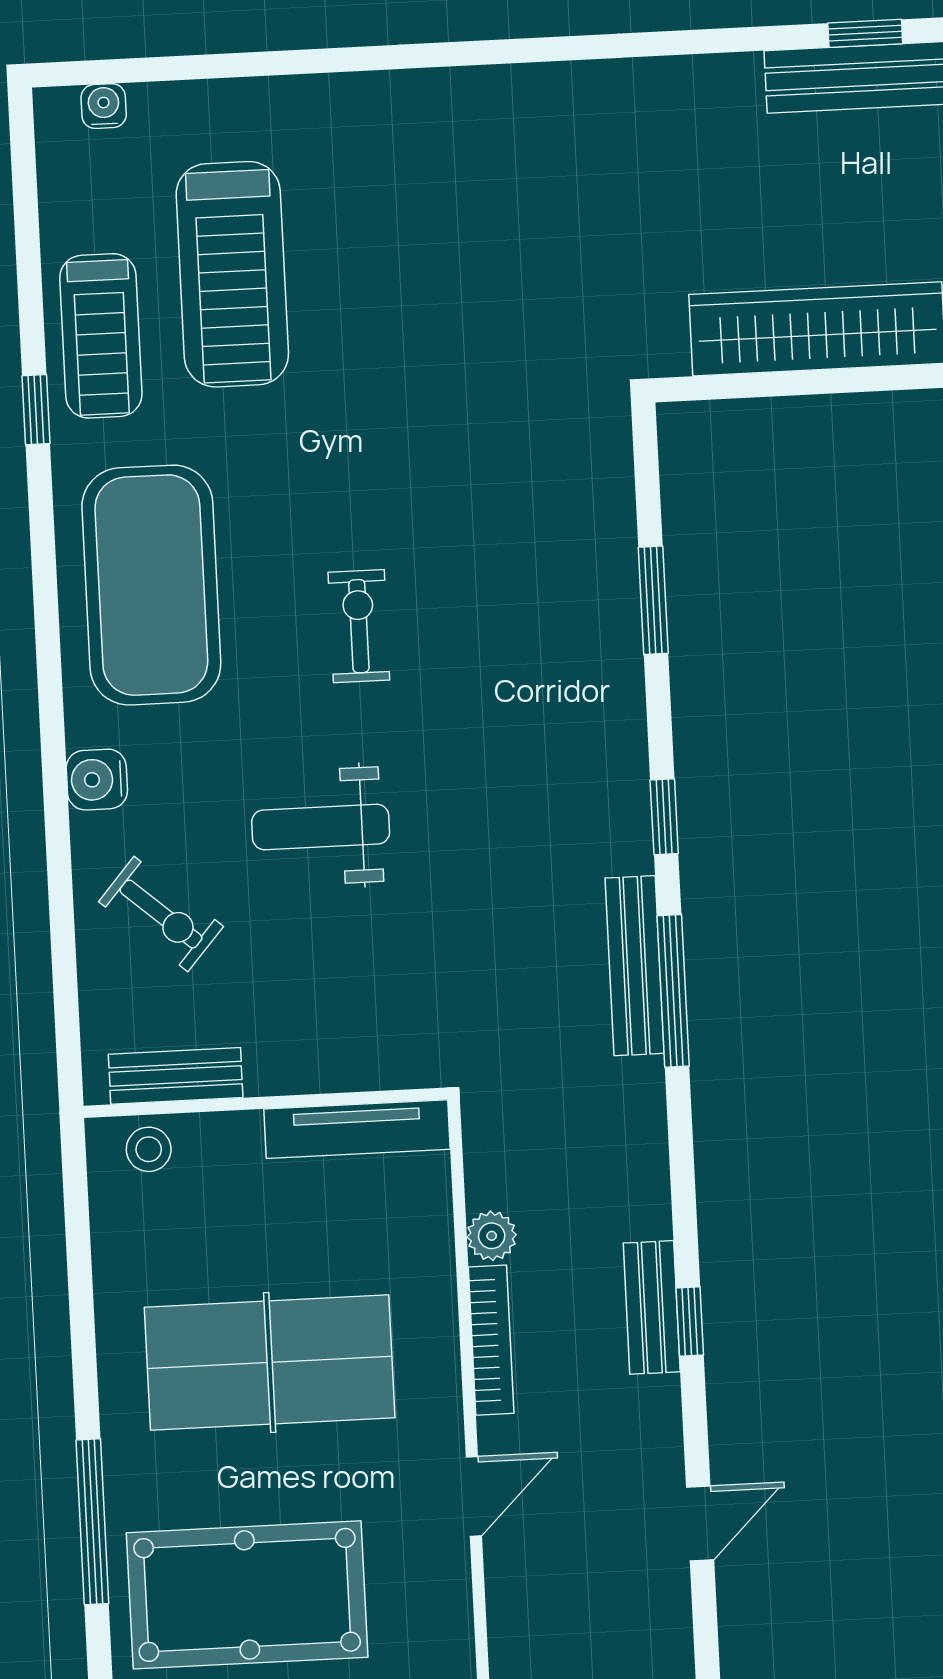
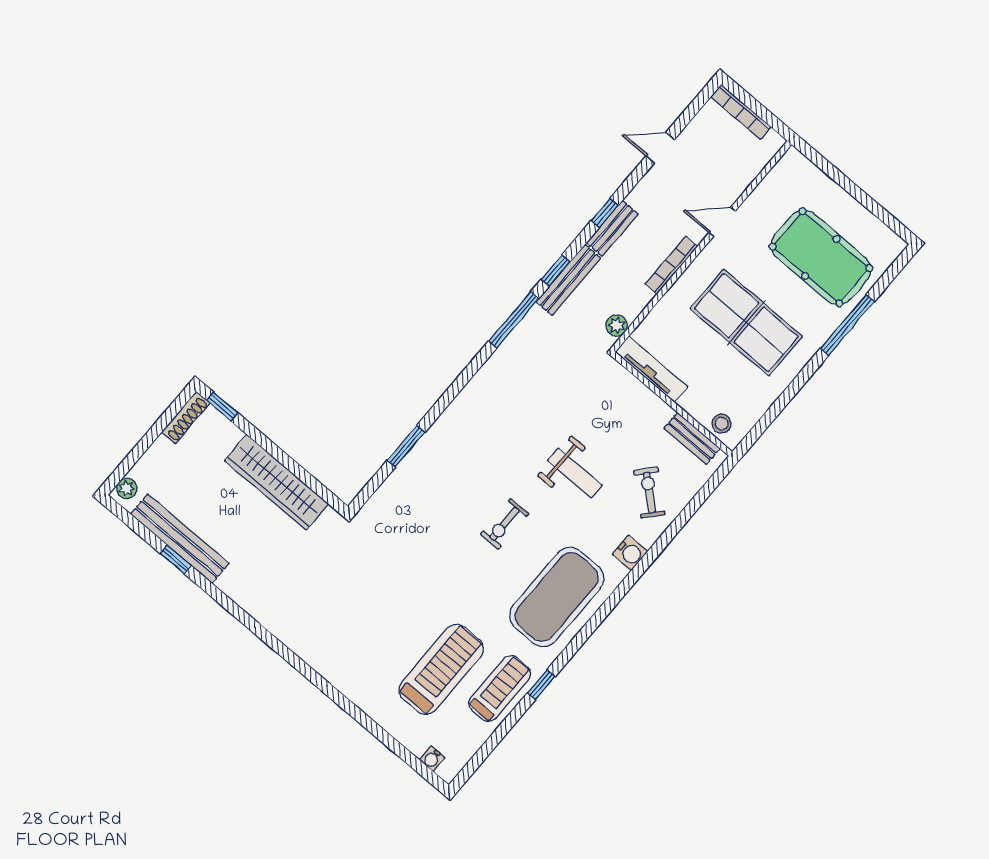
window: (664, 817) -> (556, 271), moved
bench: (635, 966) -> (568, 280), moved
plant: (492, 1236) -> (617, 325), moved

